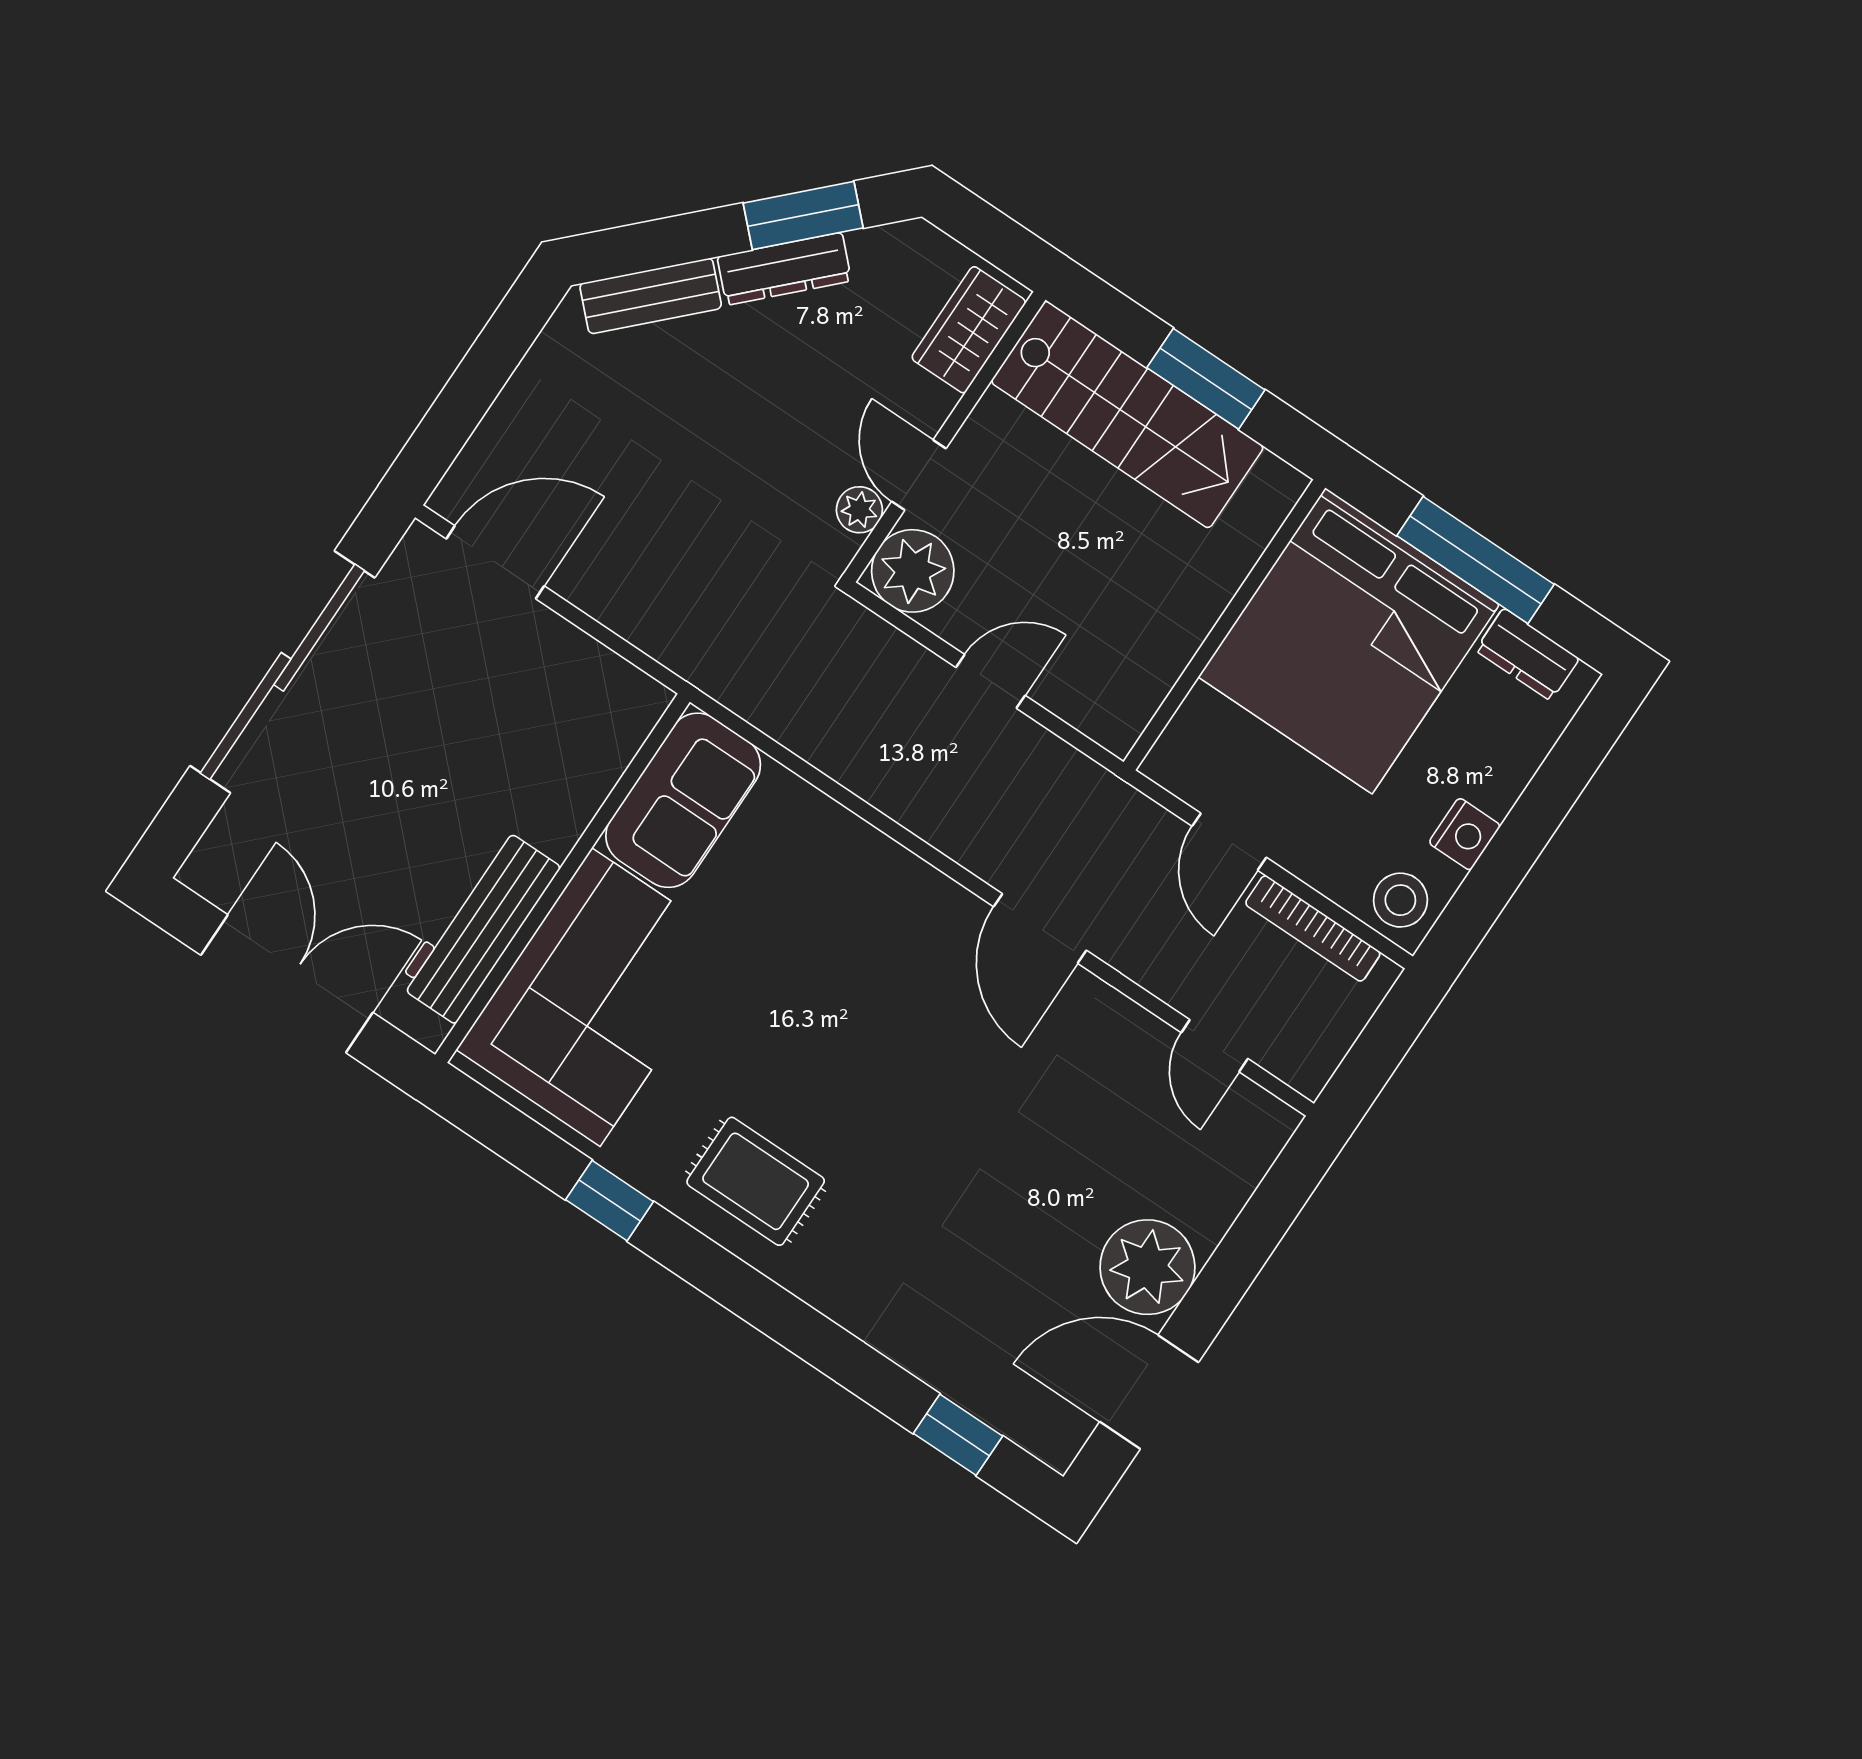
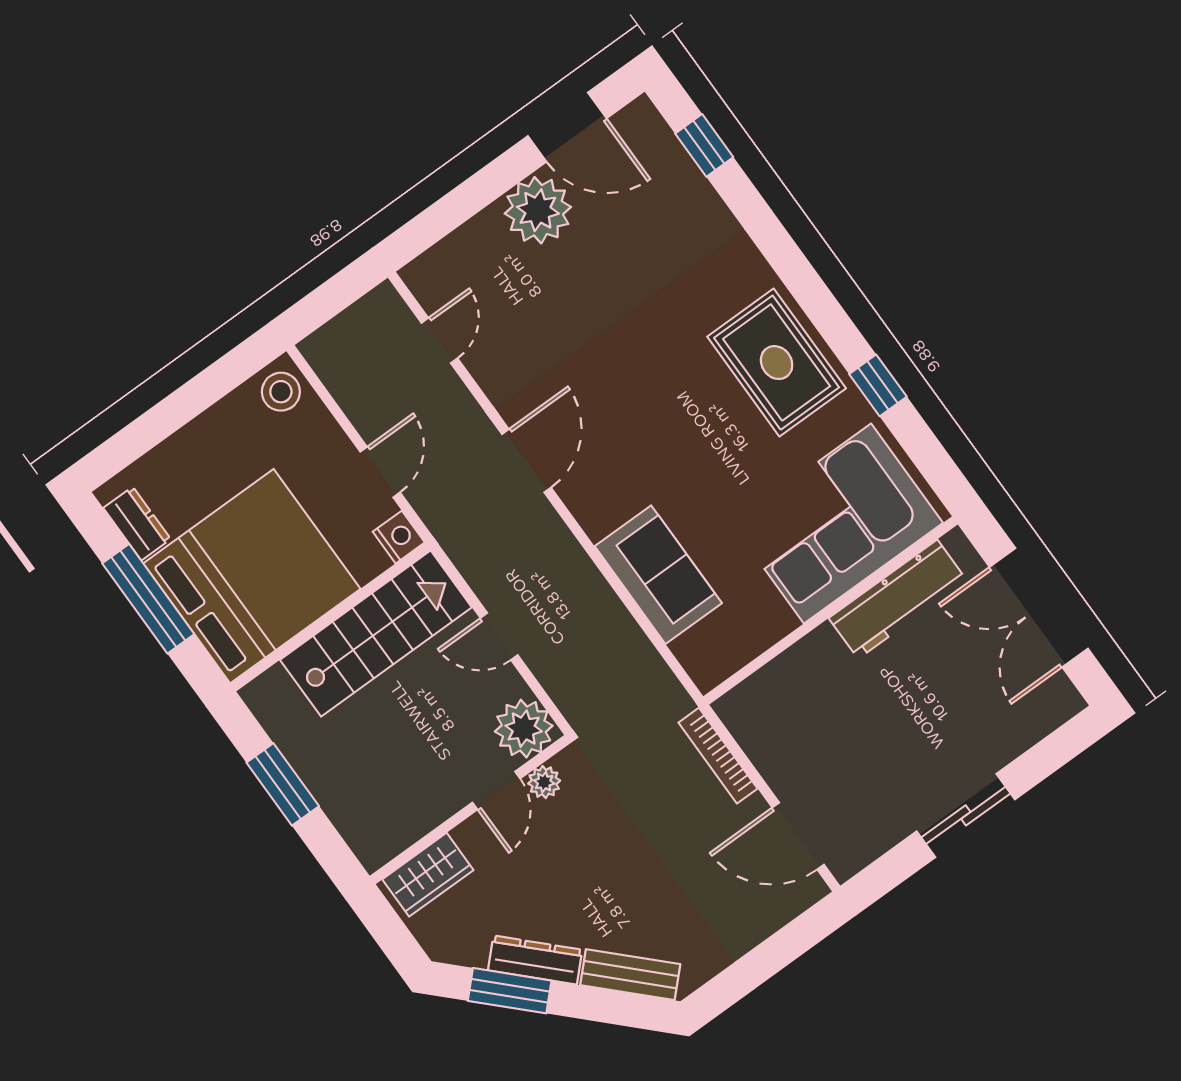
stairs: (1127, 414) -> (376, 634), moved, turned 90
sliding door: (282, 672) -> (966, 815), width x0.54
sofa: (683, 800) -> (658, 575), moved, turned 90
nightstand: (1465, 834) -> (399, 537), moved, turned 90
bookcase: (1313, 928) -> (718, 756), moved, turned 180
rug: (756, 1181) -> (777, 363), width x1.36, depth x1.43

